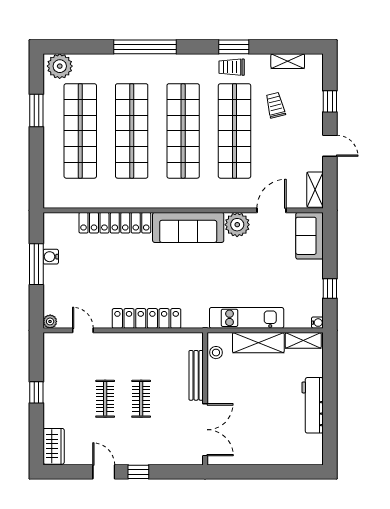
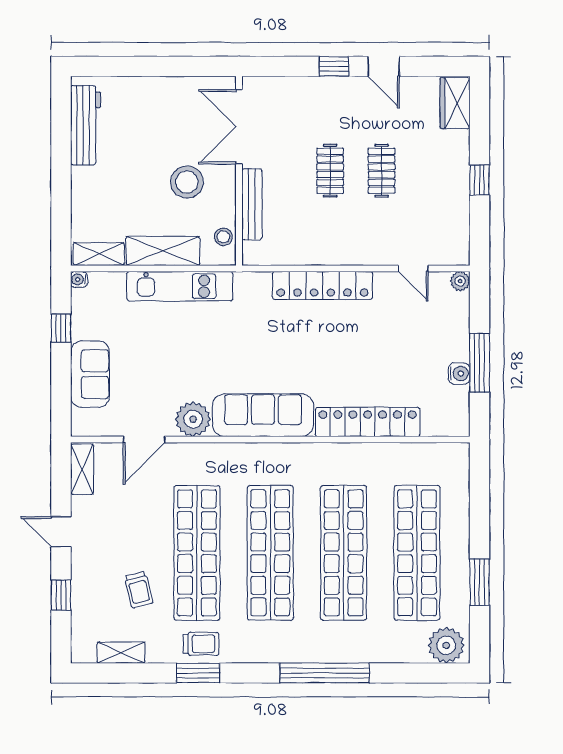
sofa: (309, 236) -> (90, 374), moved
stool: (242, 391) -> (187, 182), added
workbench: (313, 405) -> (86, 125), moved

